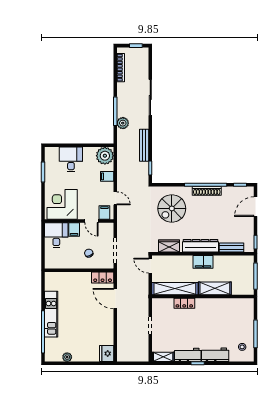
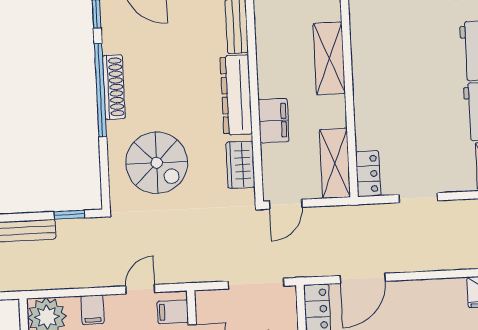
filing cabinet: (203, 262) -> (274, 121), moved
shelving: (175, 289) -> (335, 163), width x0.68
locker: (184, 303) -> (368, 174), moved

